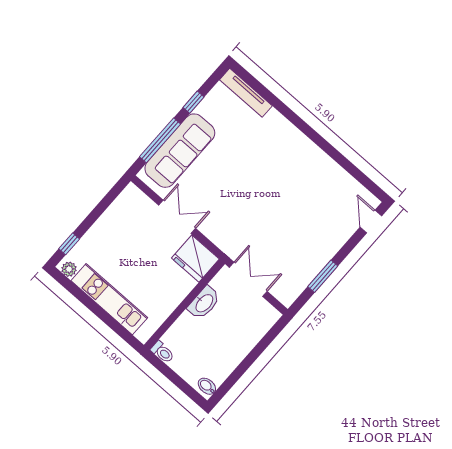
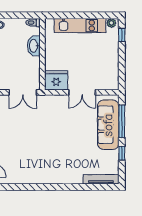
washbasin: (204, 303) -> (34, 46), moved

